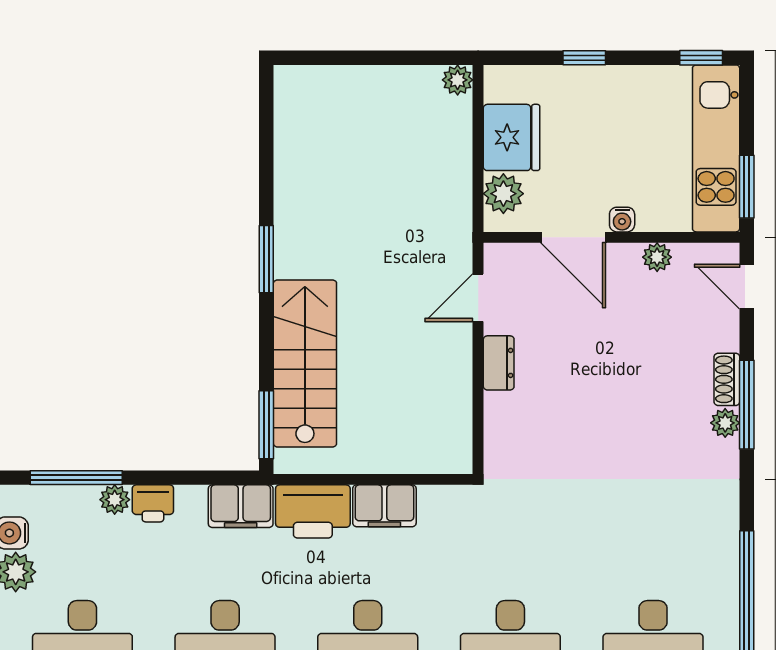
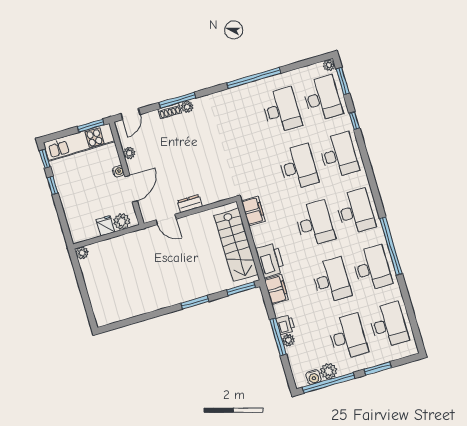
window: (584, 58) -> (53, 185), moved
fridge: (512, 137) -> (106, 226), width x0.53, depth x0.75
window: (266, 259) -> (195, 302), moved
stairs: (305, 363) -> (236, 245), moved, turned -90
window: (76, 478) -> (278, 337), moved
filing cabinet: (384, 506) -> (253, 211), moved

